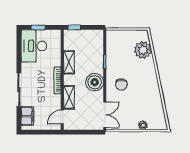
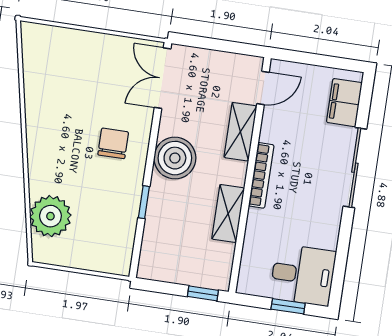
desk: (34, 46) -> (303, 275), width x0.73
plant: (143, 125) -> (77, 40), removed

